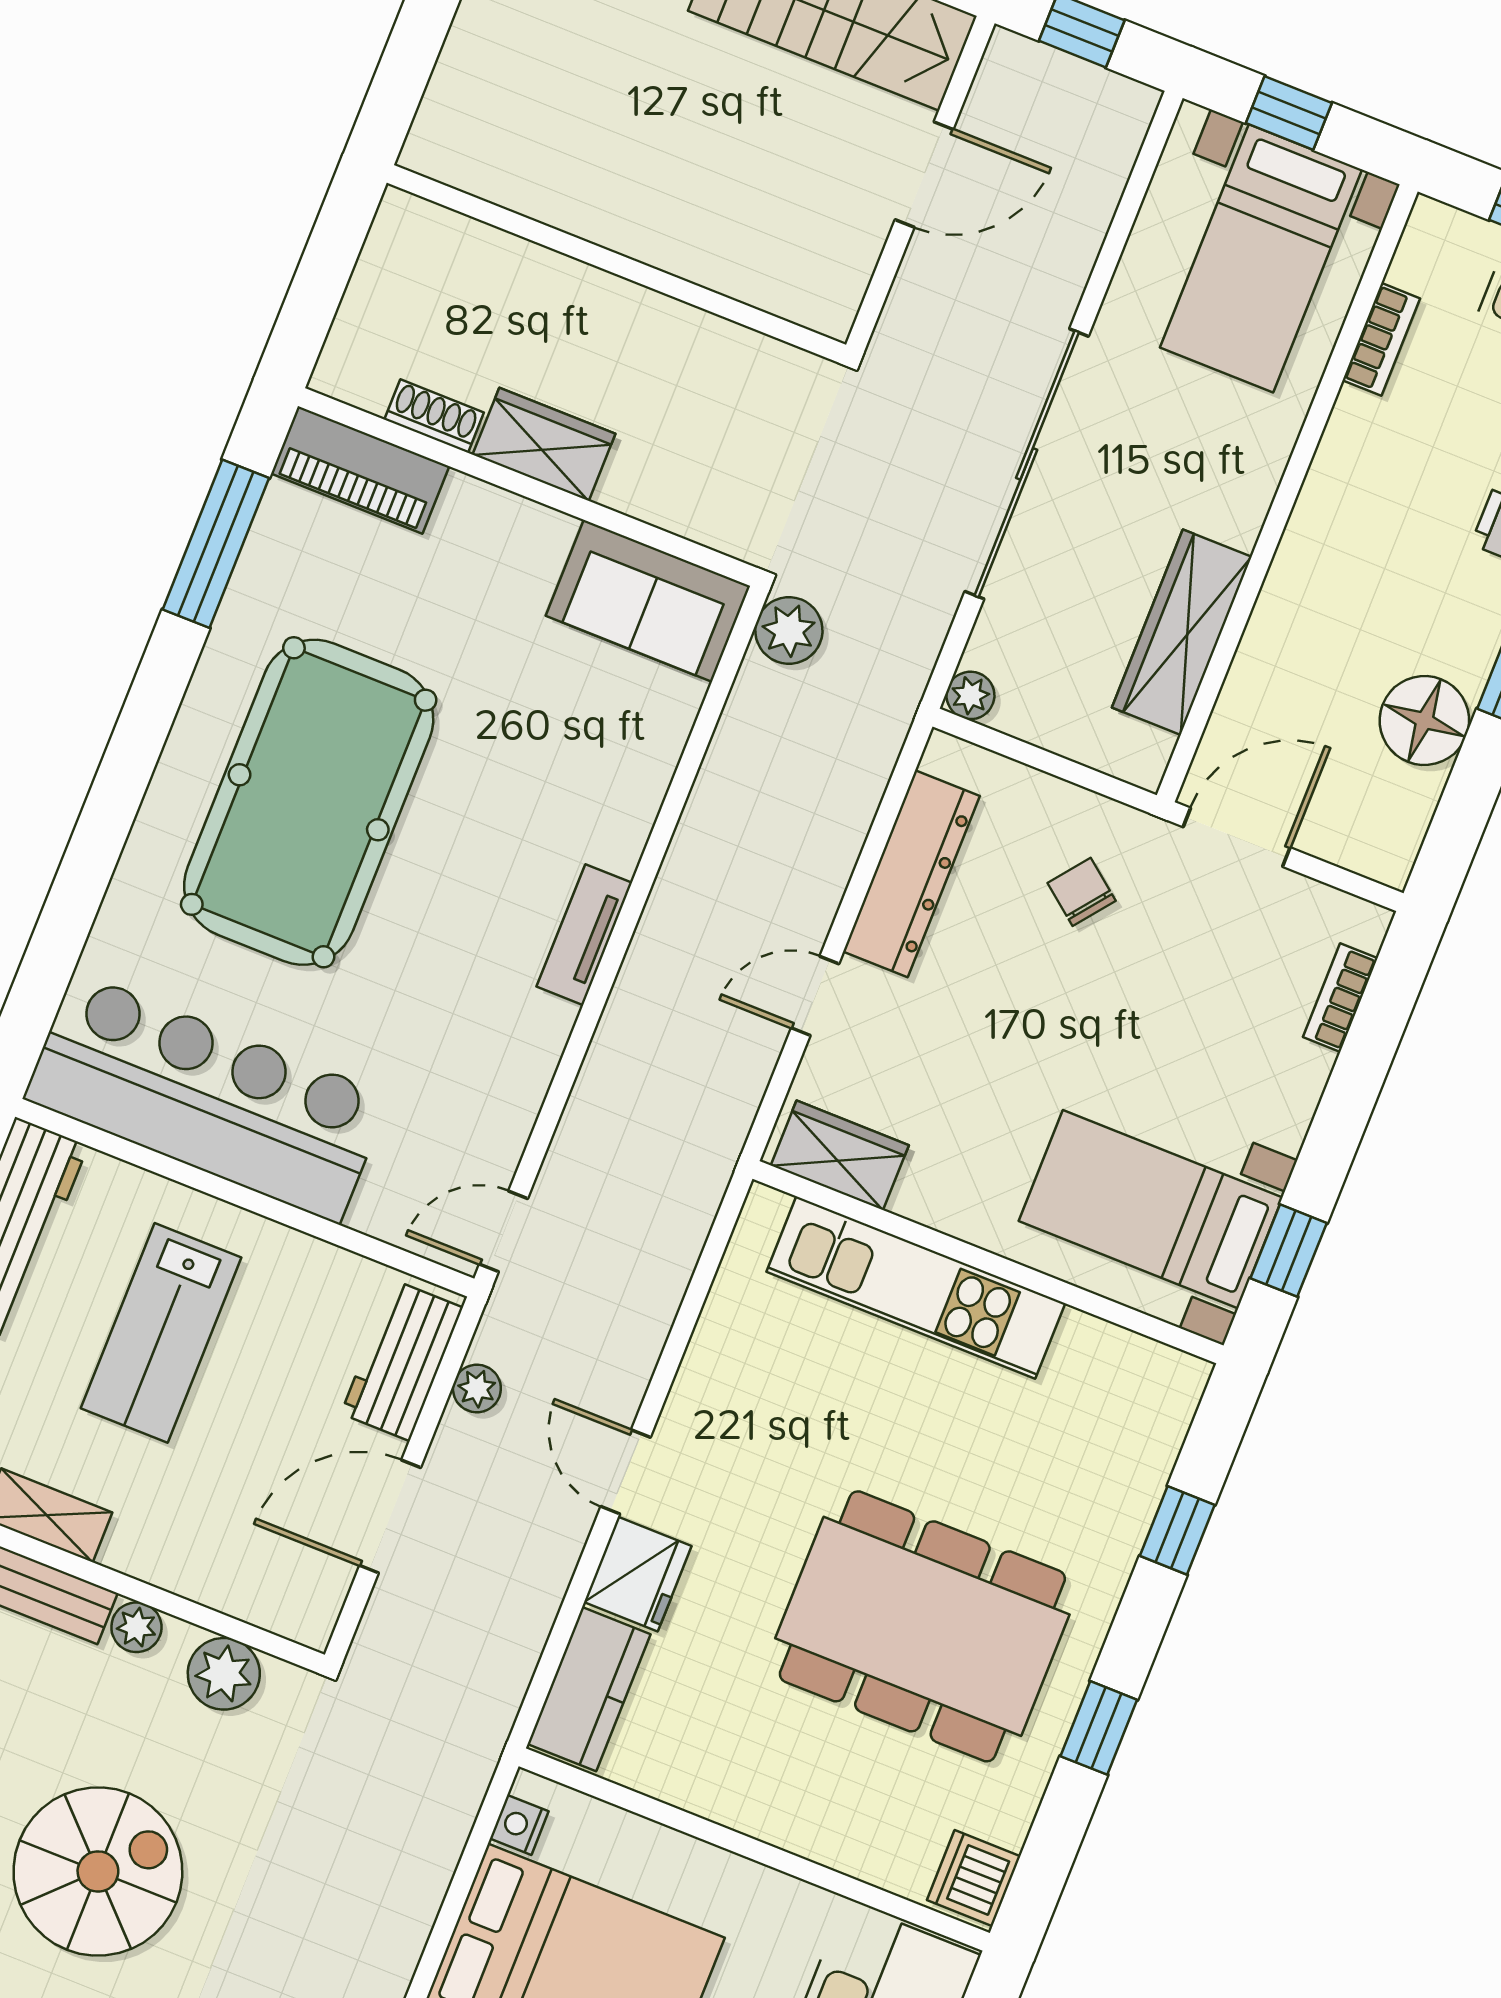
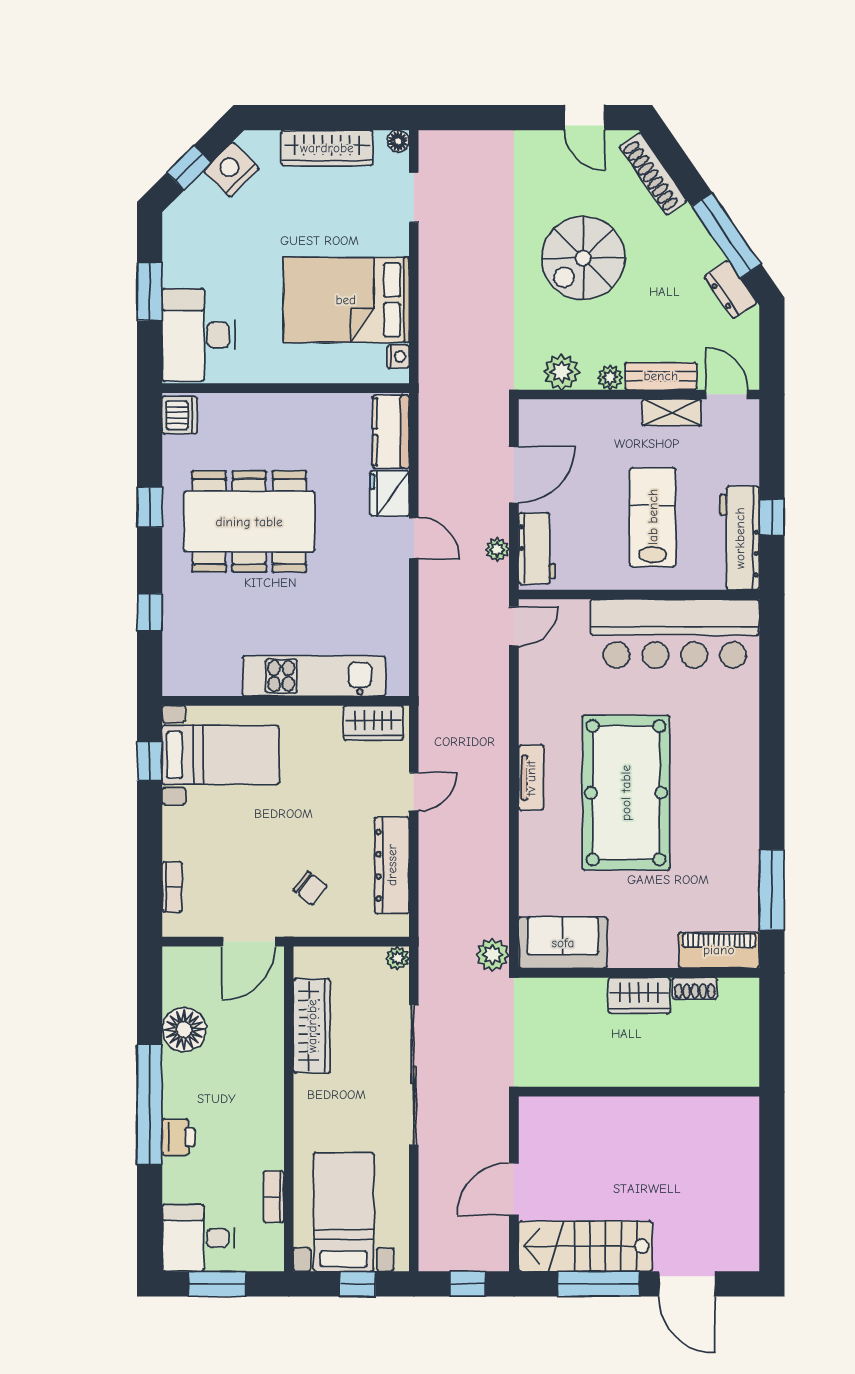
pool table: (309, 802) -> (626, 793), moved

